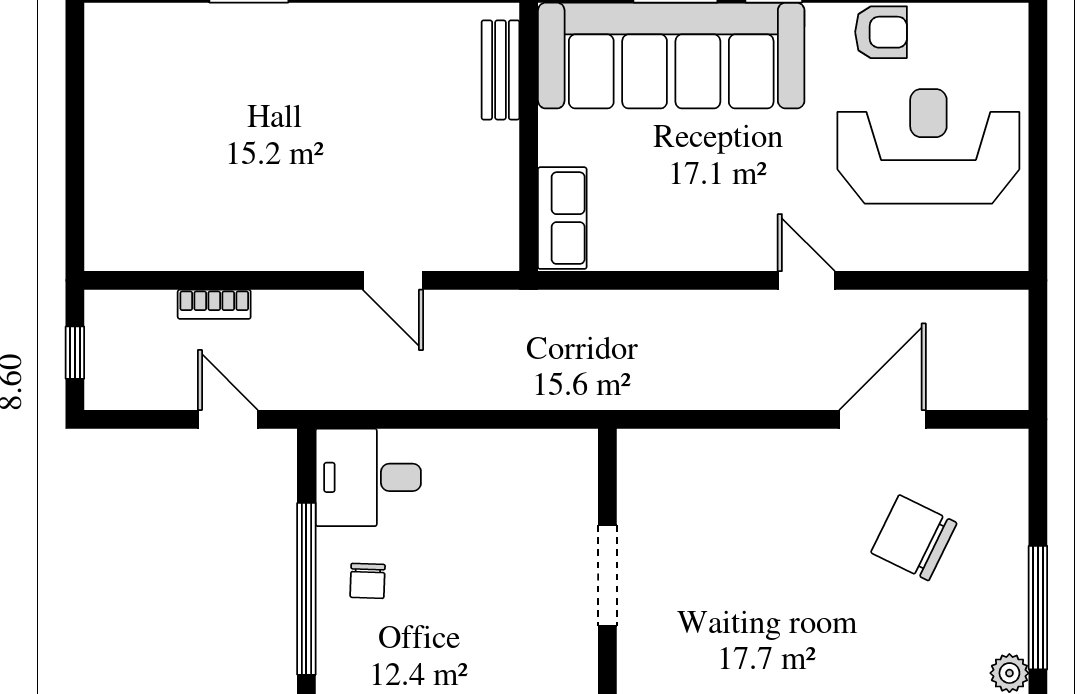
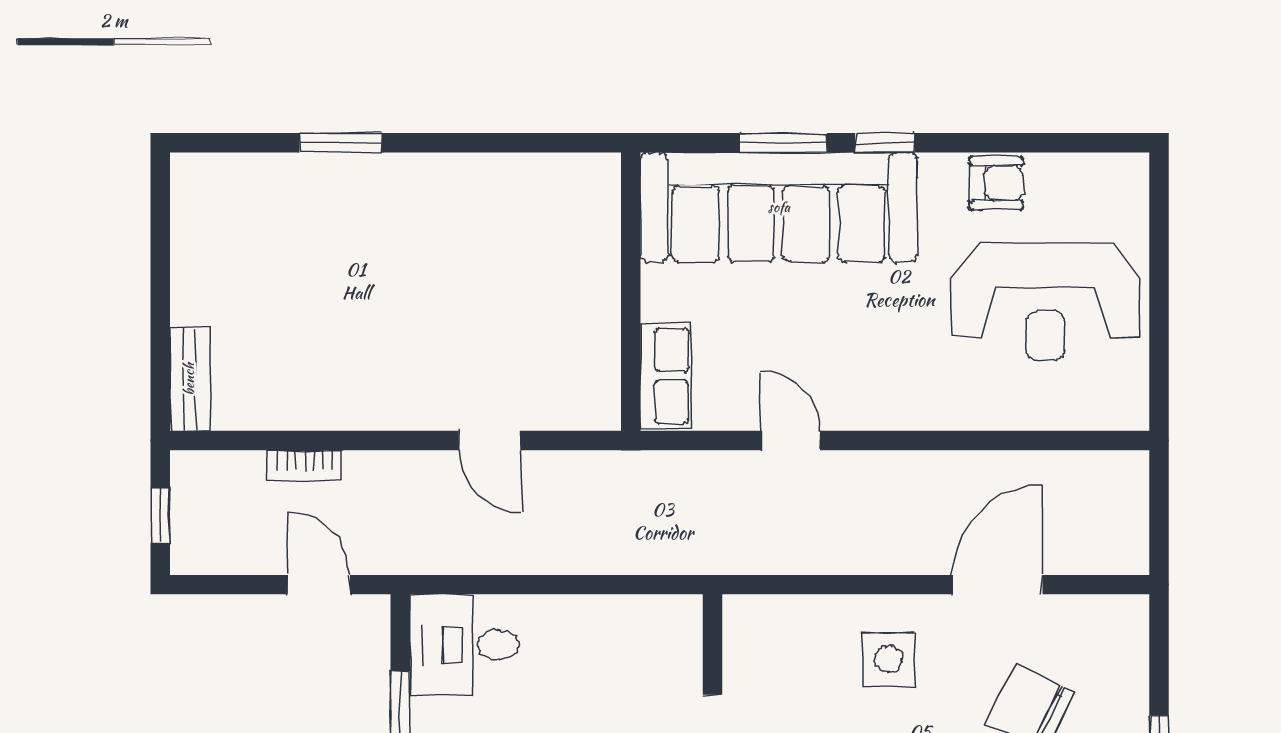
bench: (500, 70) -> (189, 379), moved
reception desk: (928, 146) -> (1045, 301), turned 180
door: (806, 280) -> (791, 441), moved
side table: (777, 491) -> (889, 659), added

